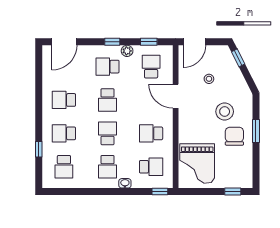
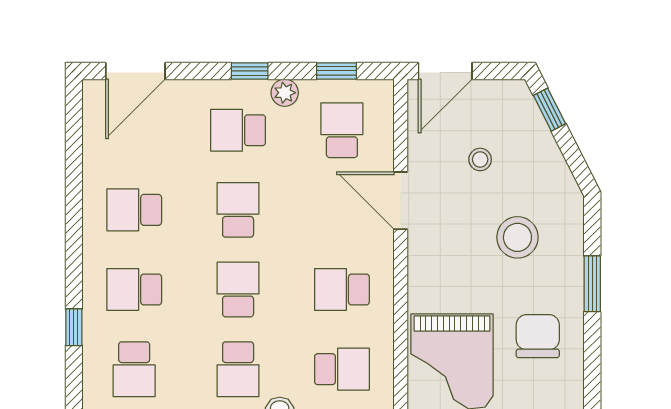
school desk: (107, 100) -> (238, 210), turned 180
chair: (234, 136) -> (538, 336), moved

